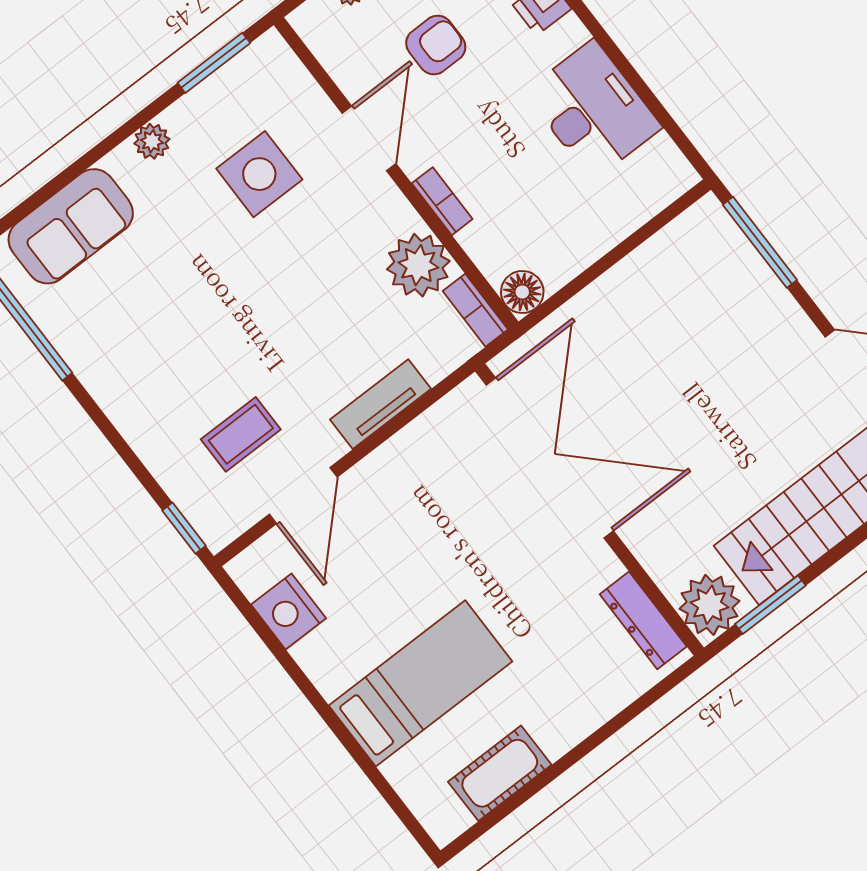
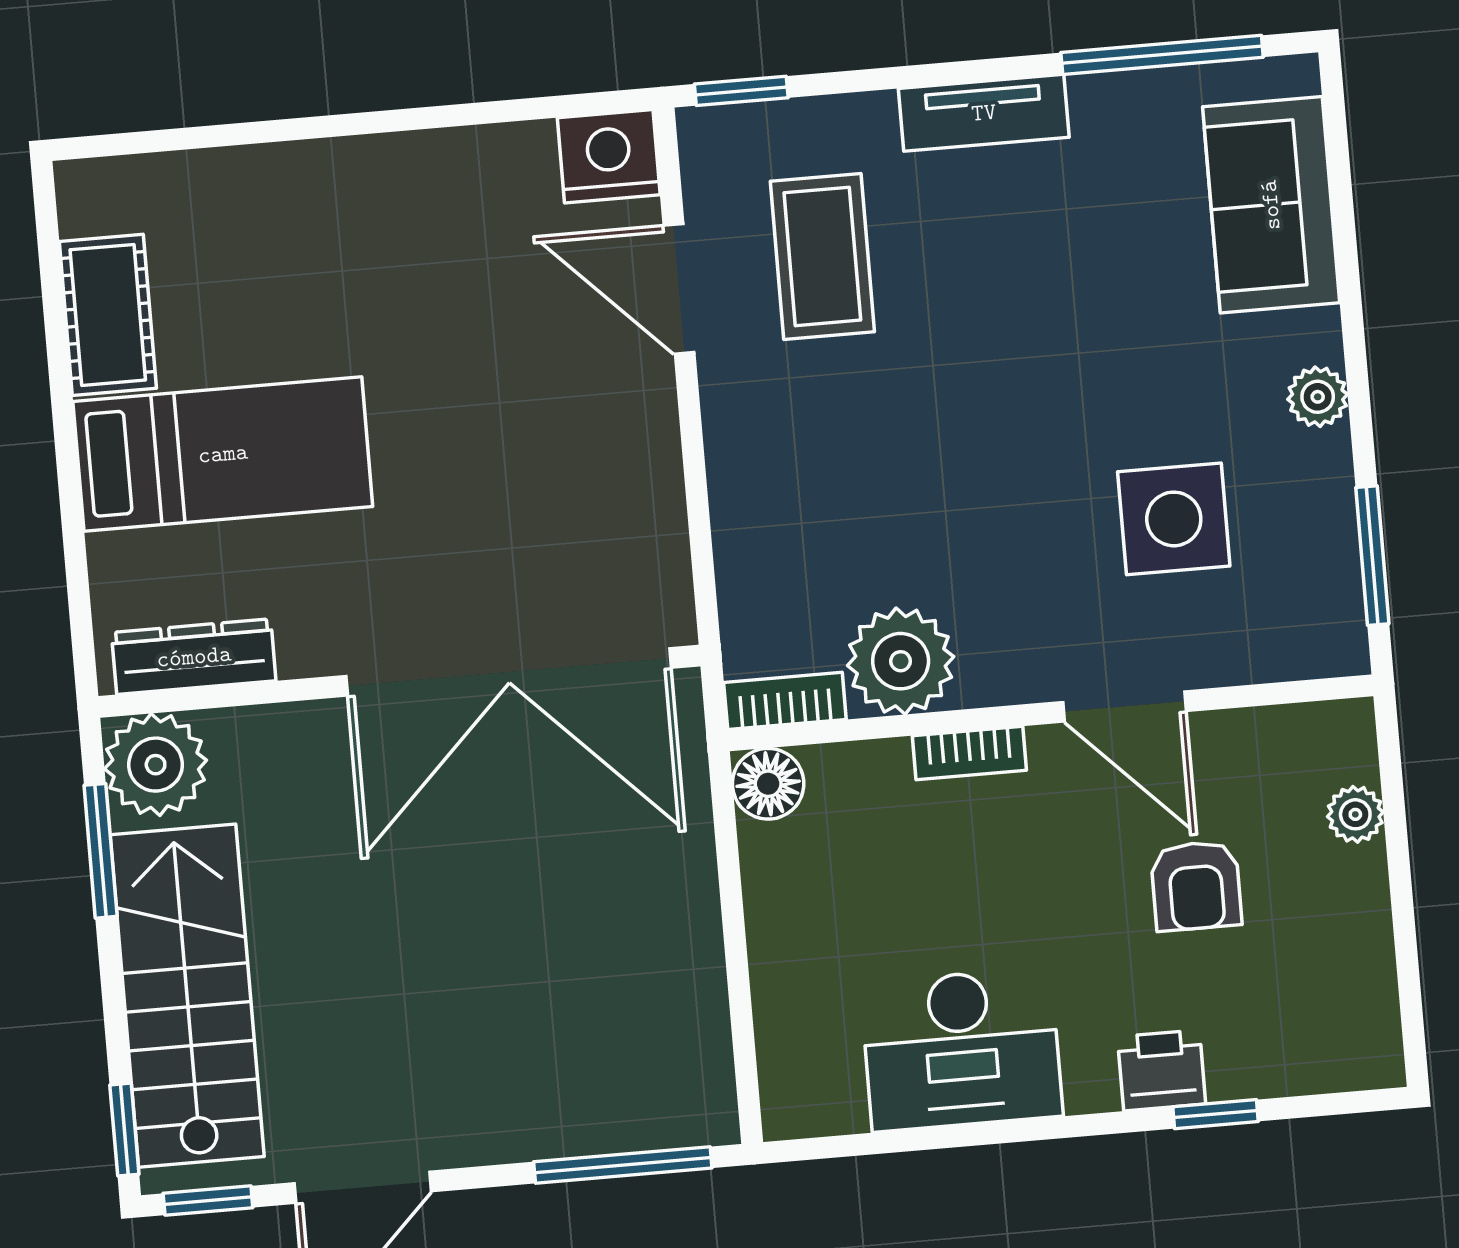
tv unit: (381, 404) -> (984, 113), moved, turned 90
coffee table: (241, 434) -> (822, 256), width x1.36, depth x1.30
nightstand: (289, 611) -> (609, 156), moved
bed: (421, 683) -> (223, 454), moved, turned -90

